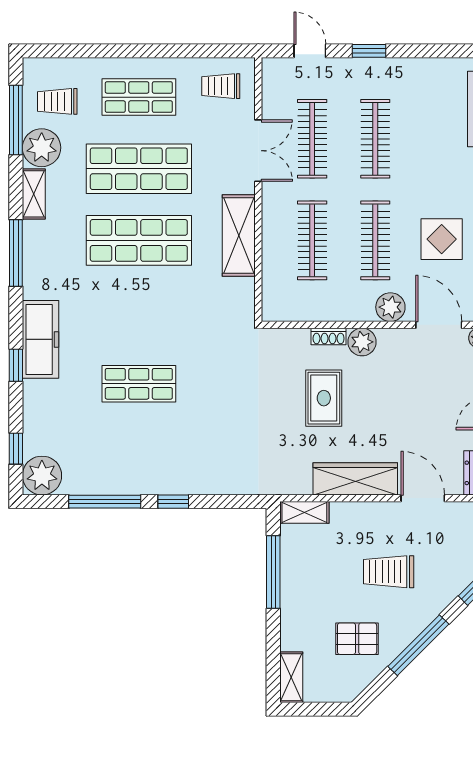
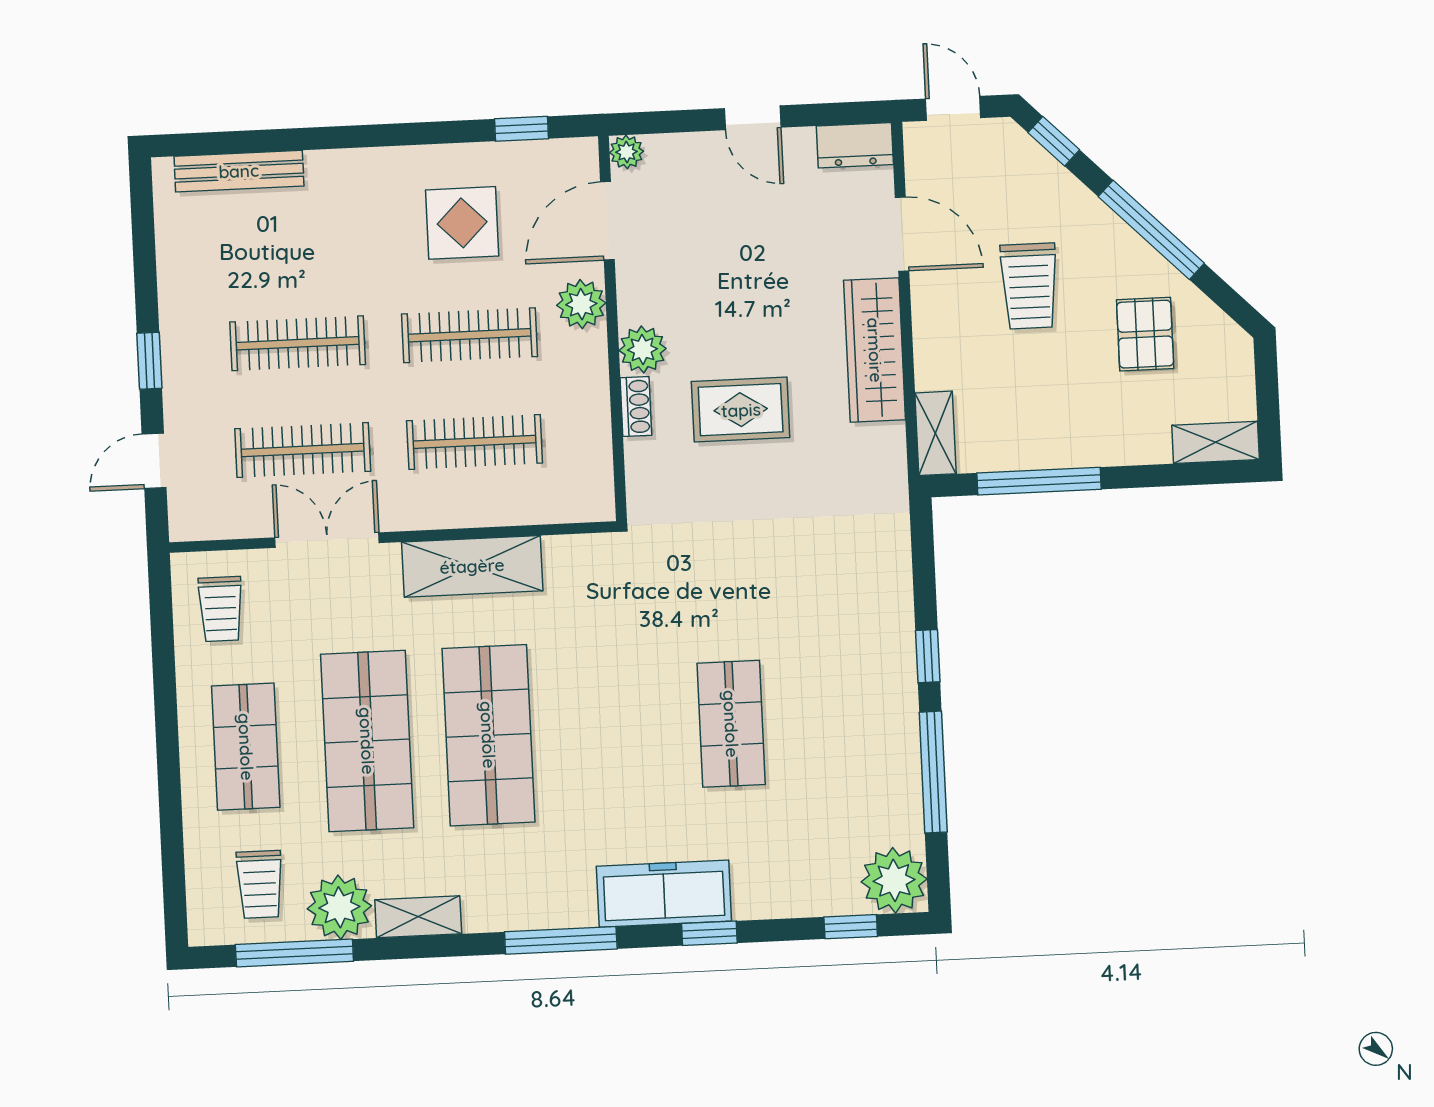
window: (16, 253) -> (561, 940), moved
door: (423, 498) -> (902, 234), swing flipped

